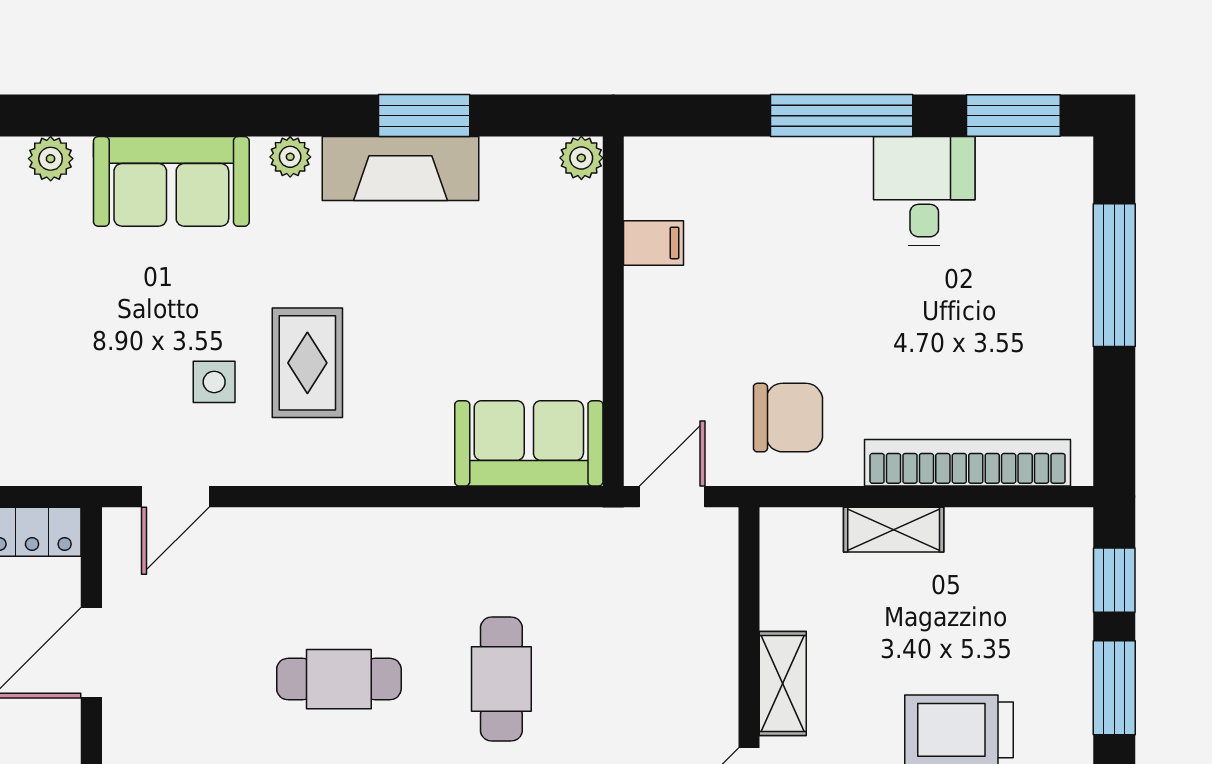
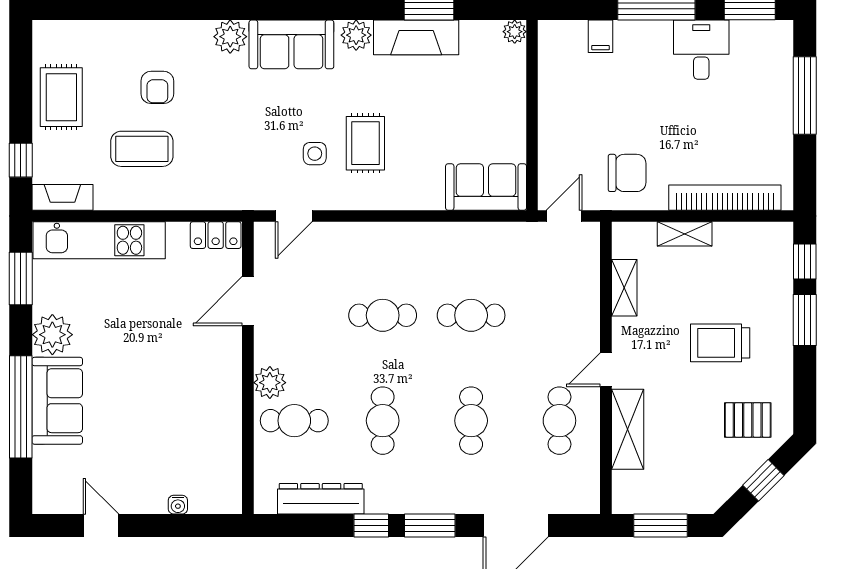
plant: (290, 157) -> (356, 35), width x1.38, depth x1.38
plant: (51, 159) -> (230, 37), width x1.38, depth x1.38
filing cabinet: (654, 243) -> (601, 36), moved, turned 90
cafe table: (501, 679) -> (471, 315), turned 90
shelving: (783, 684) -> (624, 288), moved

